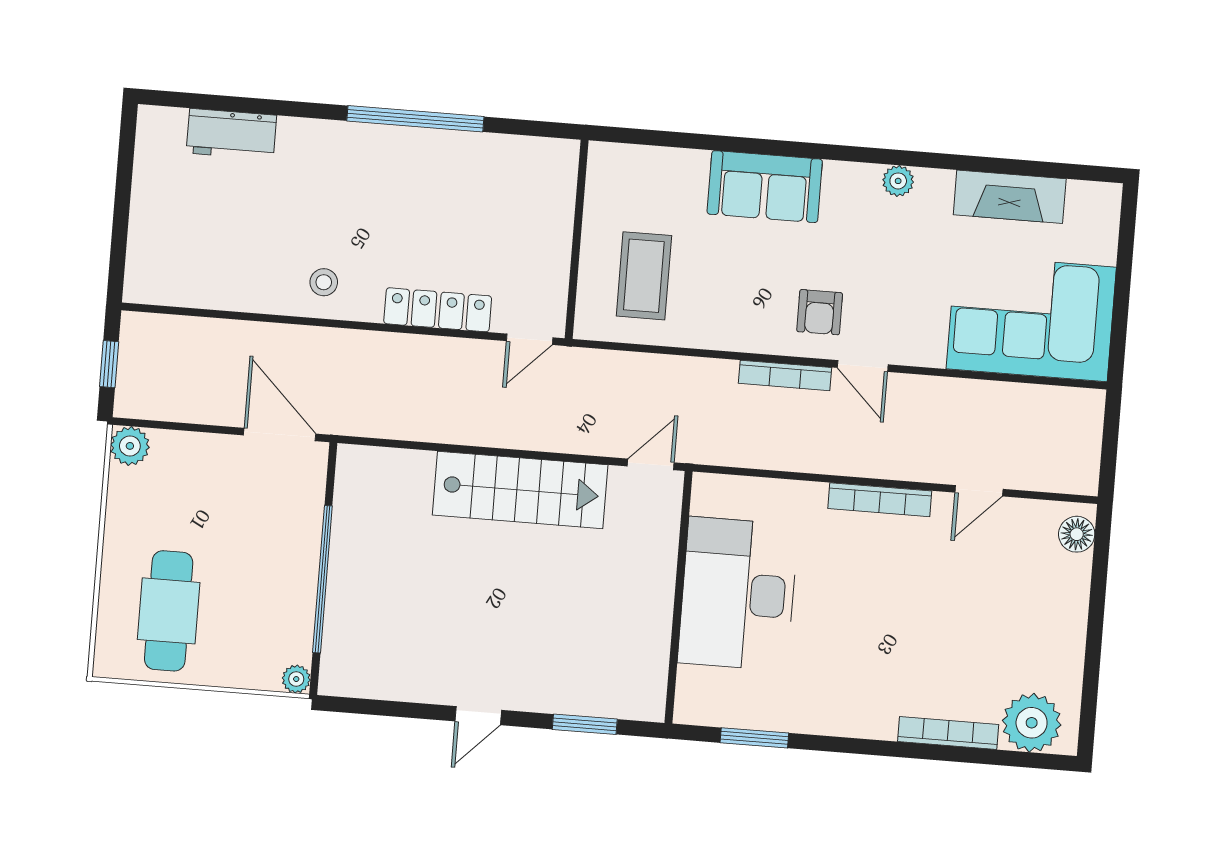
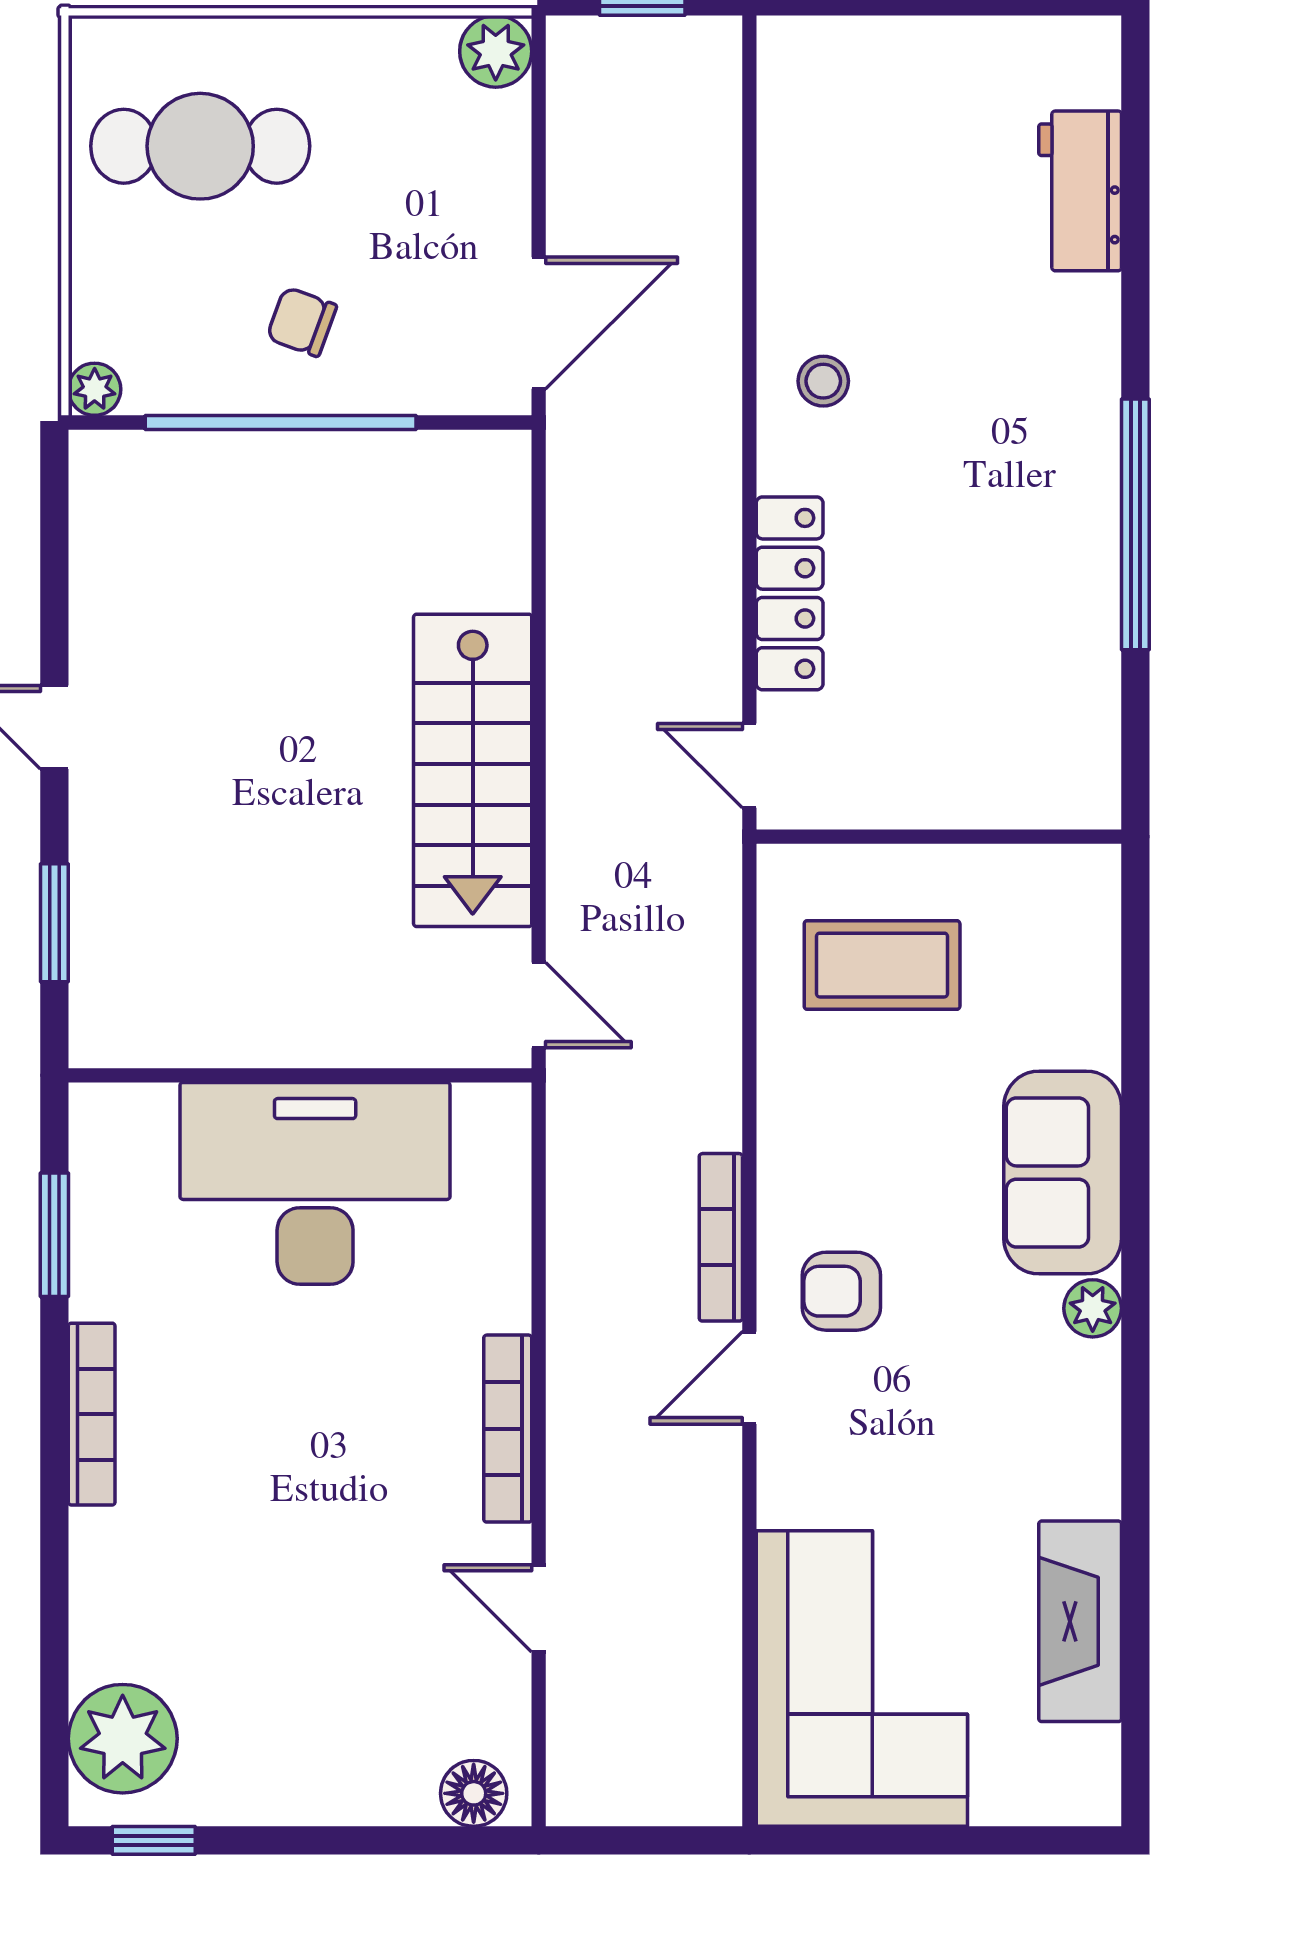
plant: (898, 181) -> (1093, 1308), moved
chair: (269, 563) -> (302, 322), added
window: (1088, 710) -> (154, 1840), added
bookcase: (948, 733) -> (92, 1414), moved

